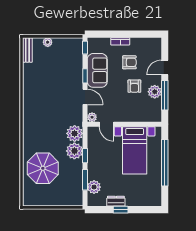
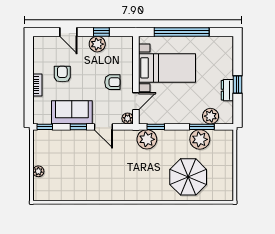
bench: (27, 50) -> (48, 195), removed
armchair: (134, 86) -> (112, 82), moved
window: (165, 95) -> (101, 32), width x0.46
door: (85, 97) -> (103, 127), swing flipped
plant: (74, 151) -> (200, 139), moved
window: (85, 156) -> (156, 127), moved

